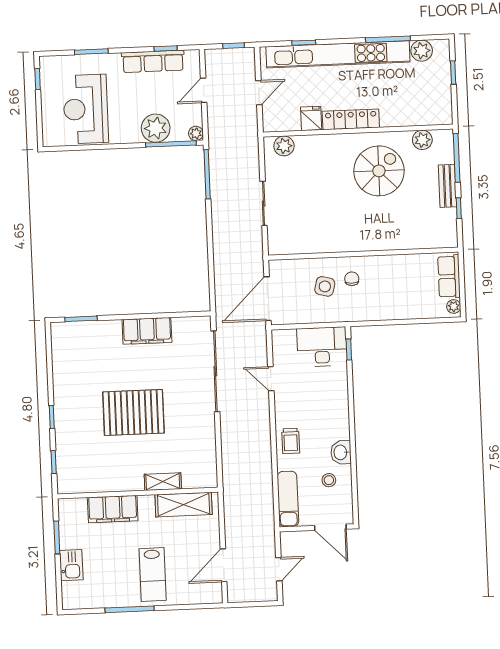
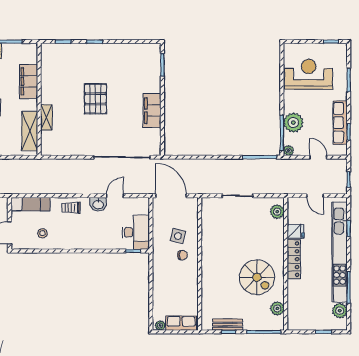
bench: (447, 186) -> (228, 325), moved
pallet: (133, 412) -> (95, 99), width x0.73, depth x0.71
washbasin: (341, 452) -> (98, 204), moved, turned 180

